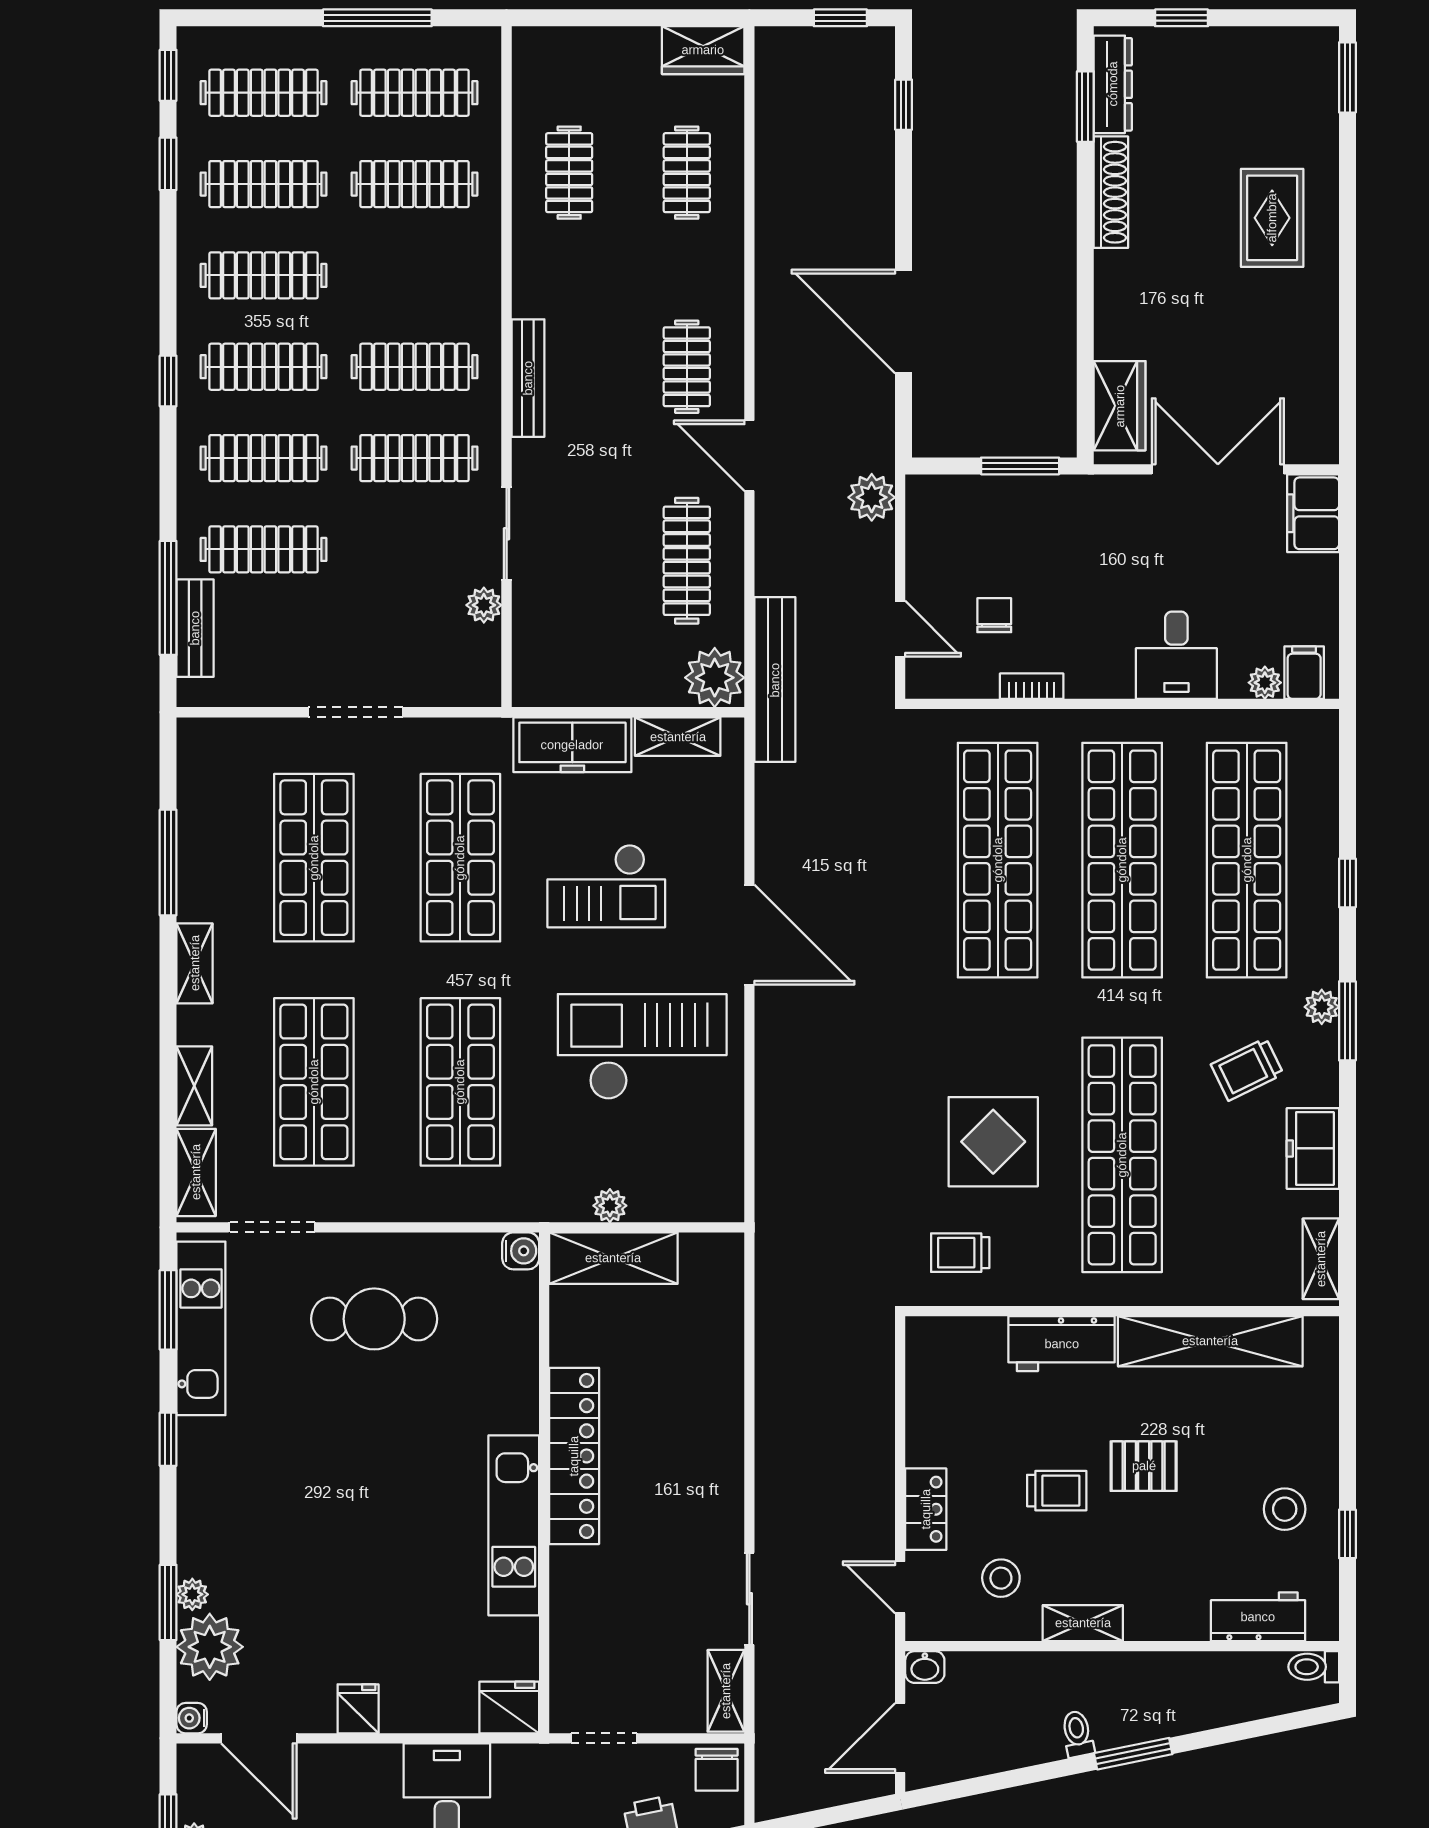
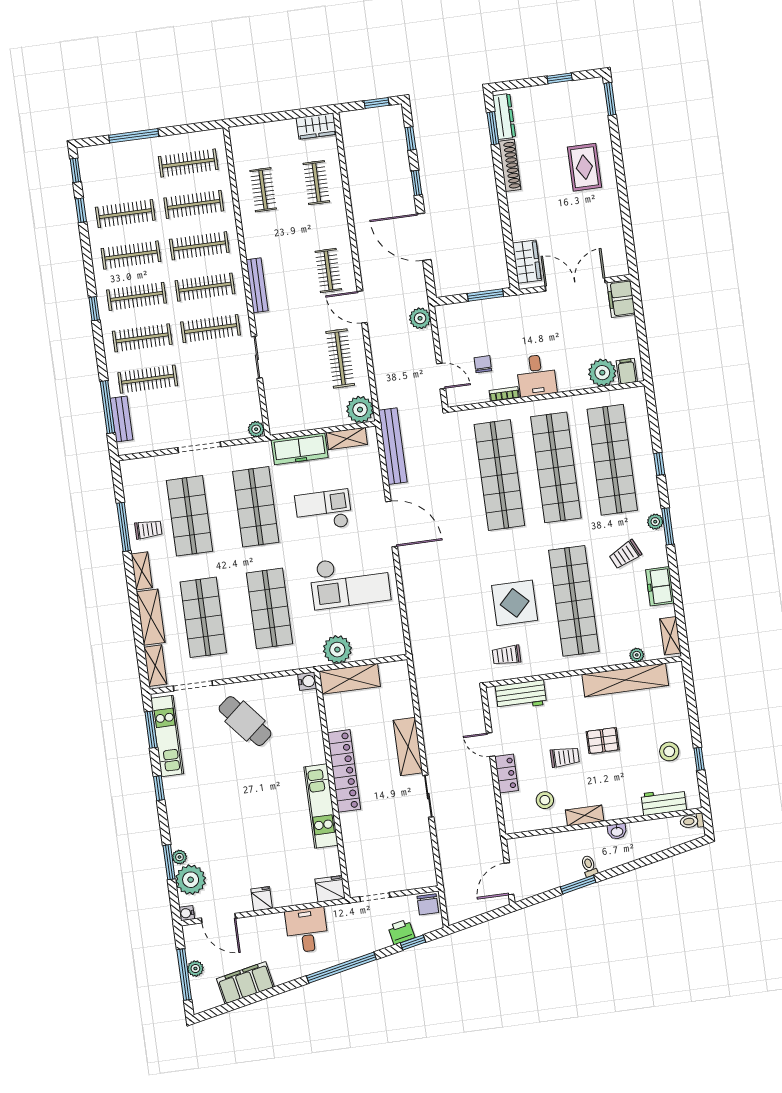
window: (377, 18) -> (134, 136), moved
window: (1181, 18) -> (560, 78), moved
clothes rail: (263, 93) -> (199, 246), moved
window: (904, 203) -> (416, 183), added
plant: (484, 605) -> (256, 429), moved
desk: (1176, 655) -> (536, 375), moved
bench: (775, 680) -> (393, 446), moved
plant: (1265, 683) -> (602, 373), width x1.88, depth x1.88
trolley: (221, 875) -> (148, 530), added
checkout: (606, 886) -> (324, 511), turned 180
checkout: (642, 1047) -> (350, 581), turned 180
shelving: (194, 1086) -> (151, 617), width x1.50, depth x1.33
plant: (610, 1206) -> (337, 650), width x1.88, depth x1.88
plant: (1243, 1290) -> (637, 655), added
cafe table: (374, 1319) -> (245, 721), turned 50
workbench: (1062, 1344) -> (521, 695), moved
door: (900, 1587) -> (491, 745), moved
sliding door: (749, 1599) -> (428, 796), moved
washbasin: (925, 1667) -> (617, 831), moved
shelving: (726, 1691) -> (408, 746), moved, width x1.50, depth x1.33
window: (1133, 1754) -> (578, 885), moved

